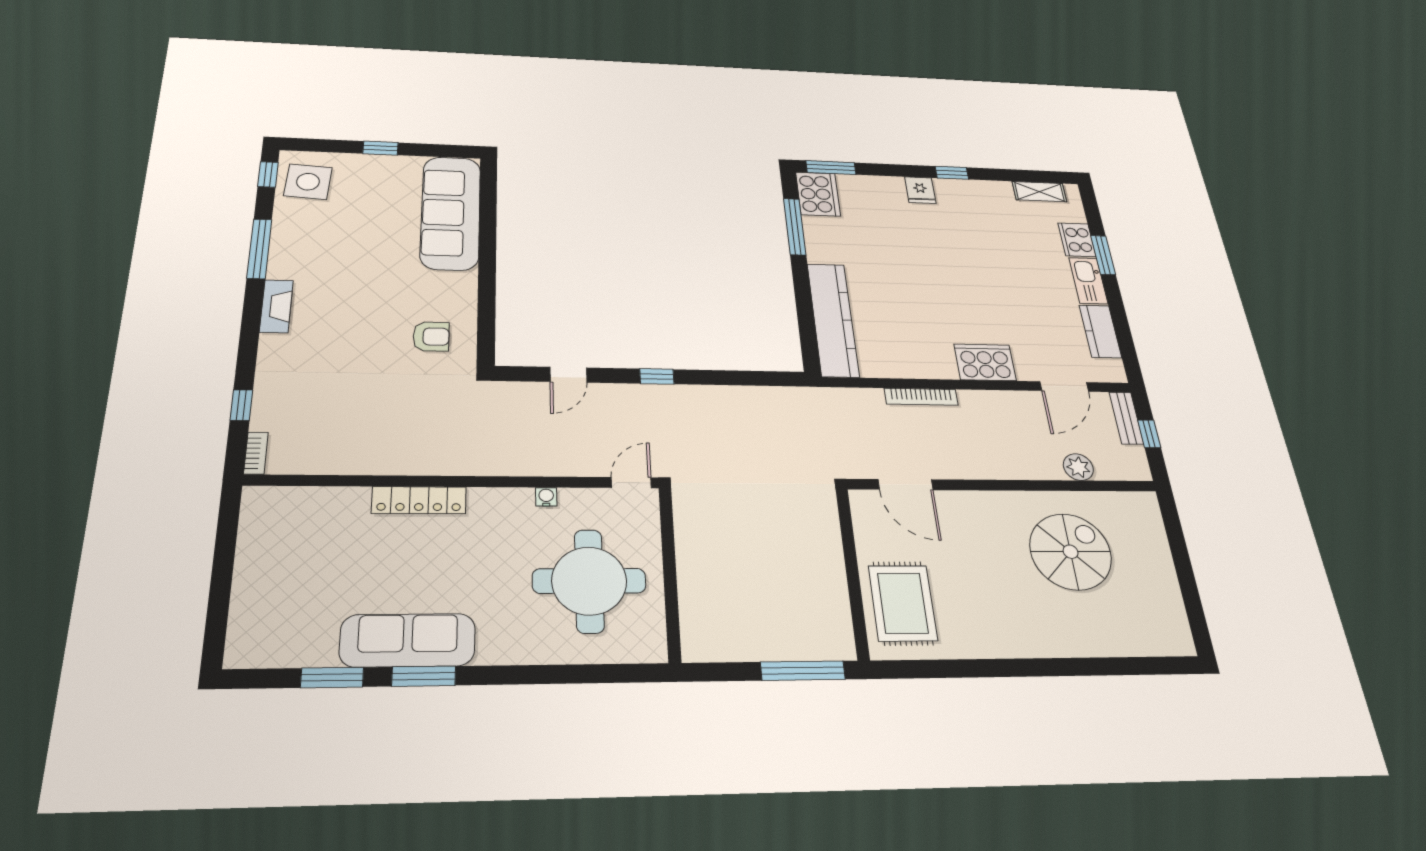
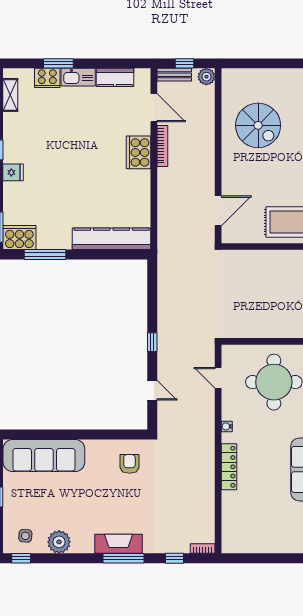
side table: (308, 182) -> (25, 536), width x0.54, depth x0.54
plant: (292, 228) -> (59, 542), added
window: (259, 249) -> (124, 558), moved
fireplace: (276, 306) -> (118, 544), width x1.37, depth x1.32
bookcase: (921, 397) -> (162, 146), moved
plant: (1078, 467) -> (206, 77), moved
door: (631, 483) -> (218, 378), moved
water cooler: (546, 497) -> (227, 426), moved
spiral stairs: (1071, 552) -> (258, 125), turned 180

